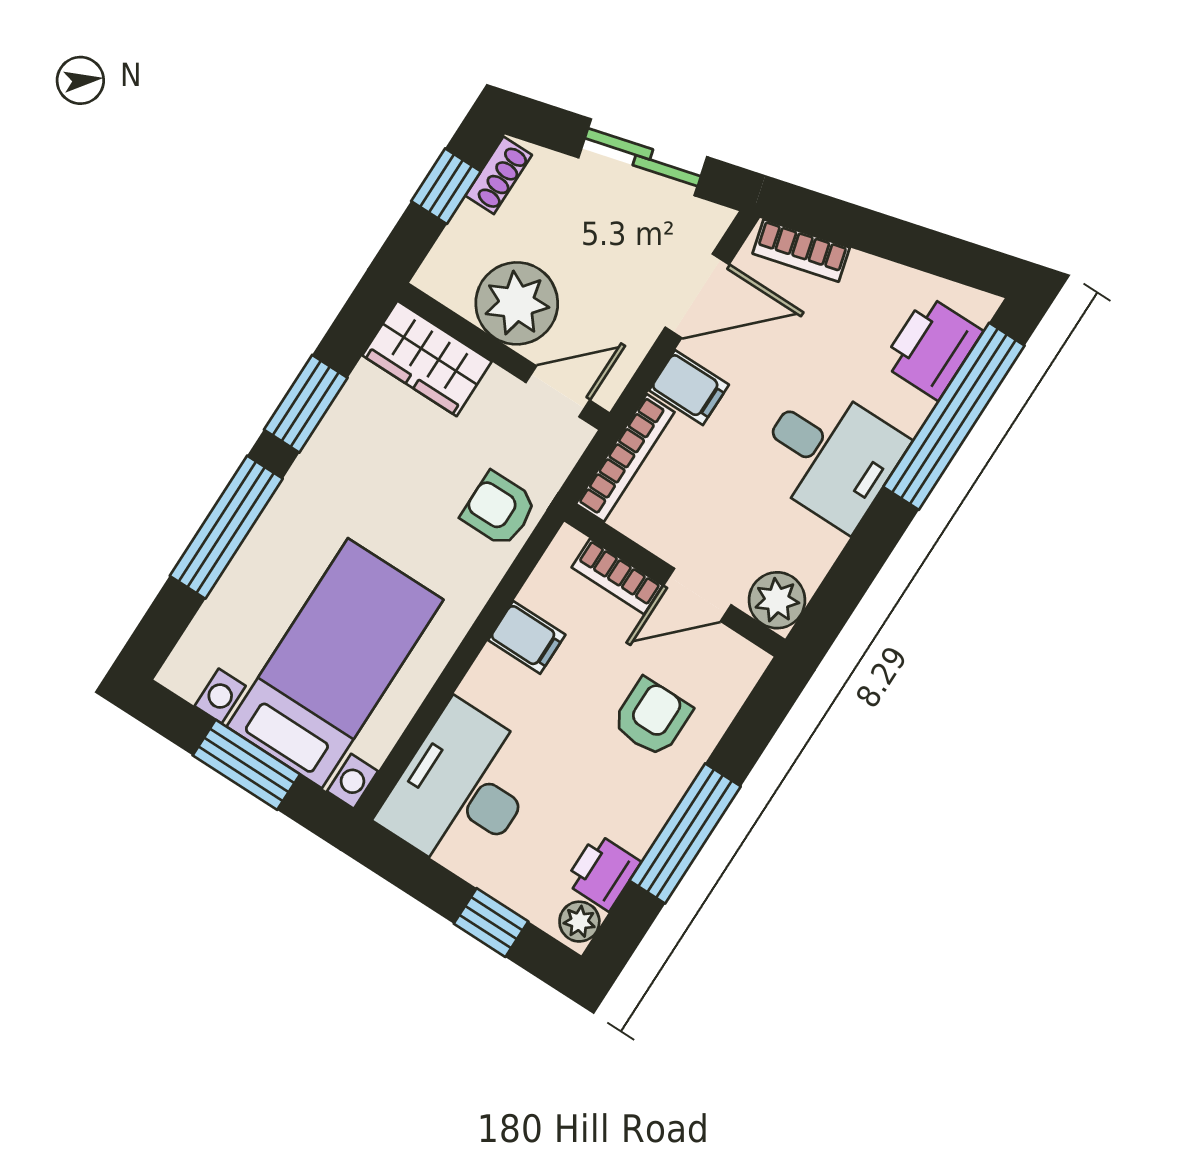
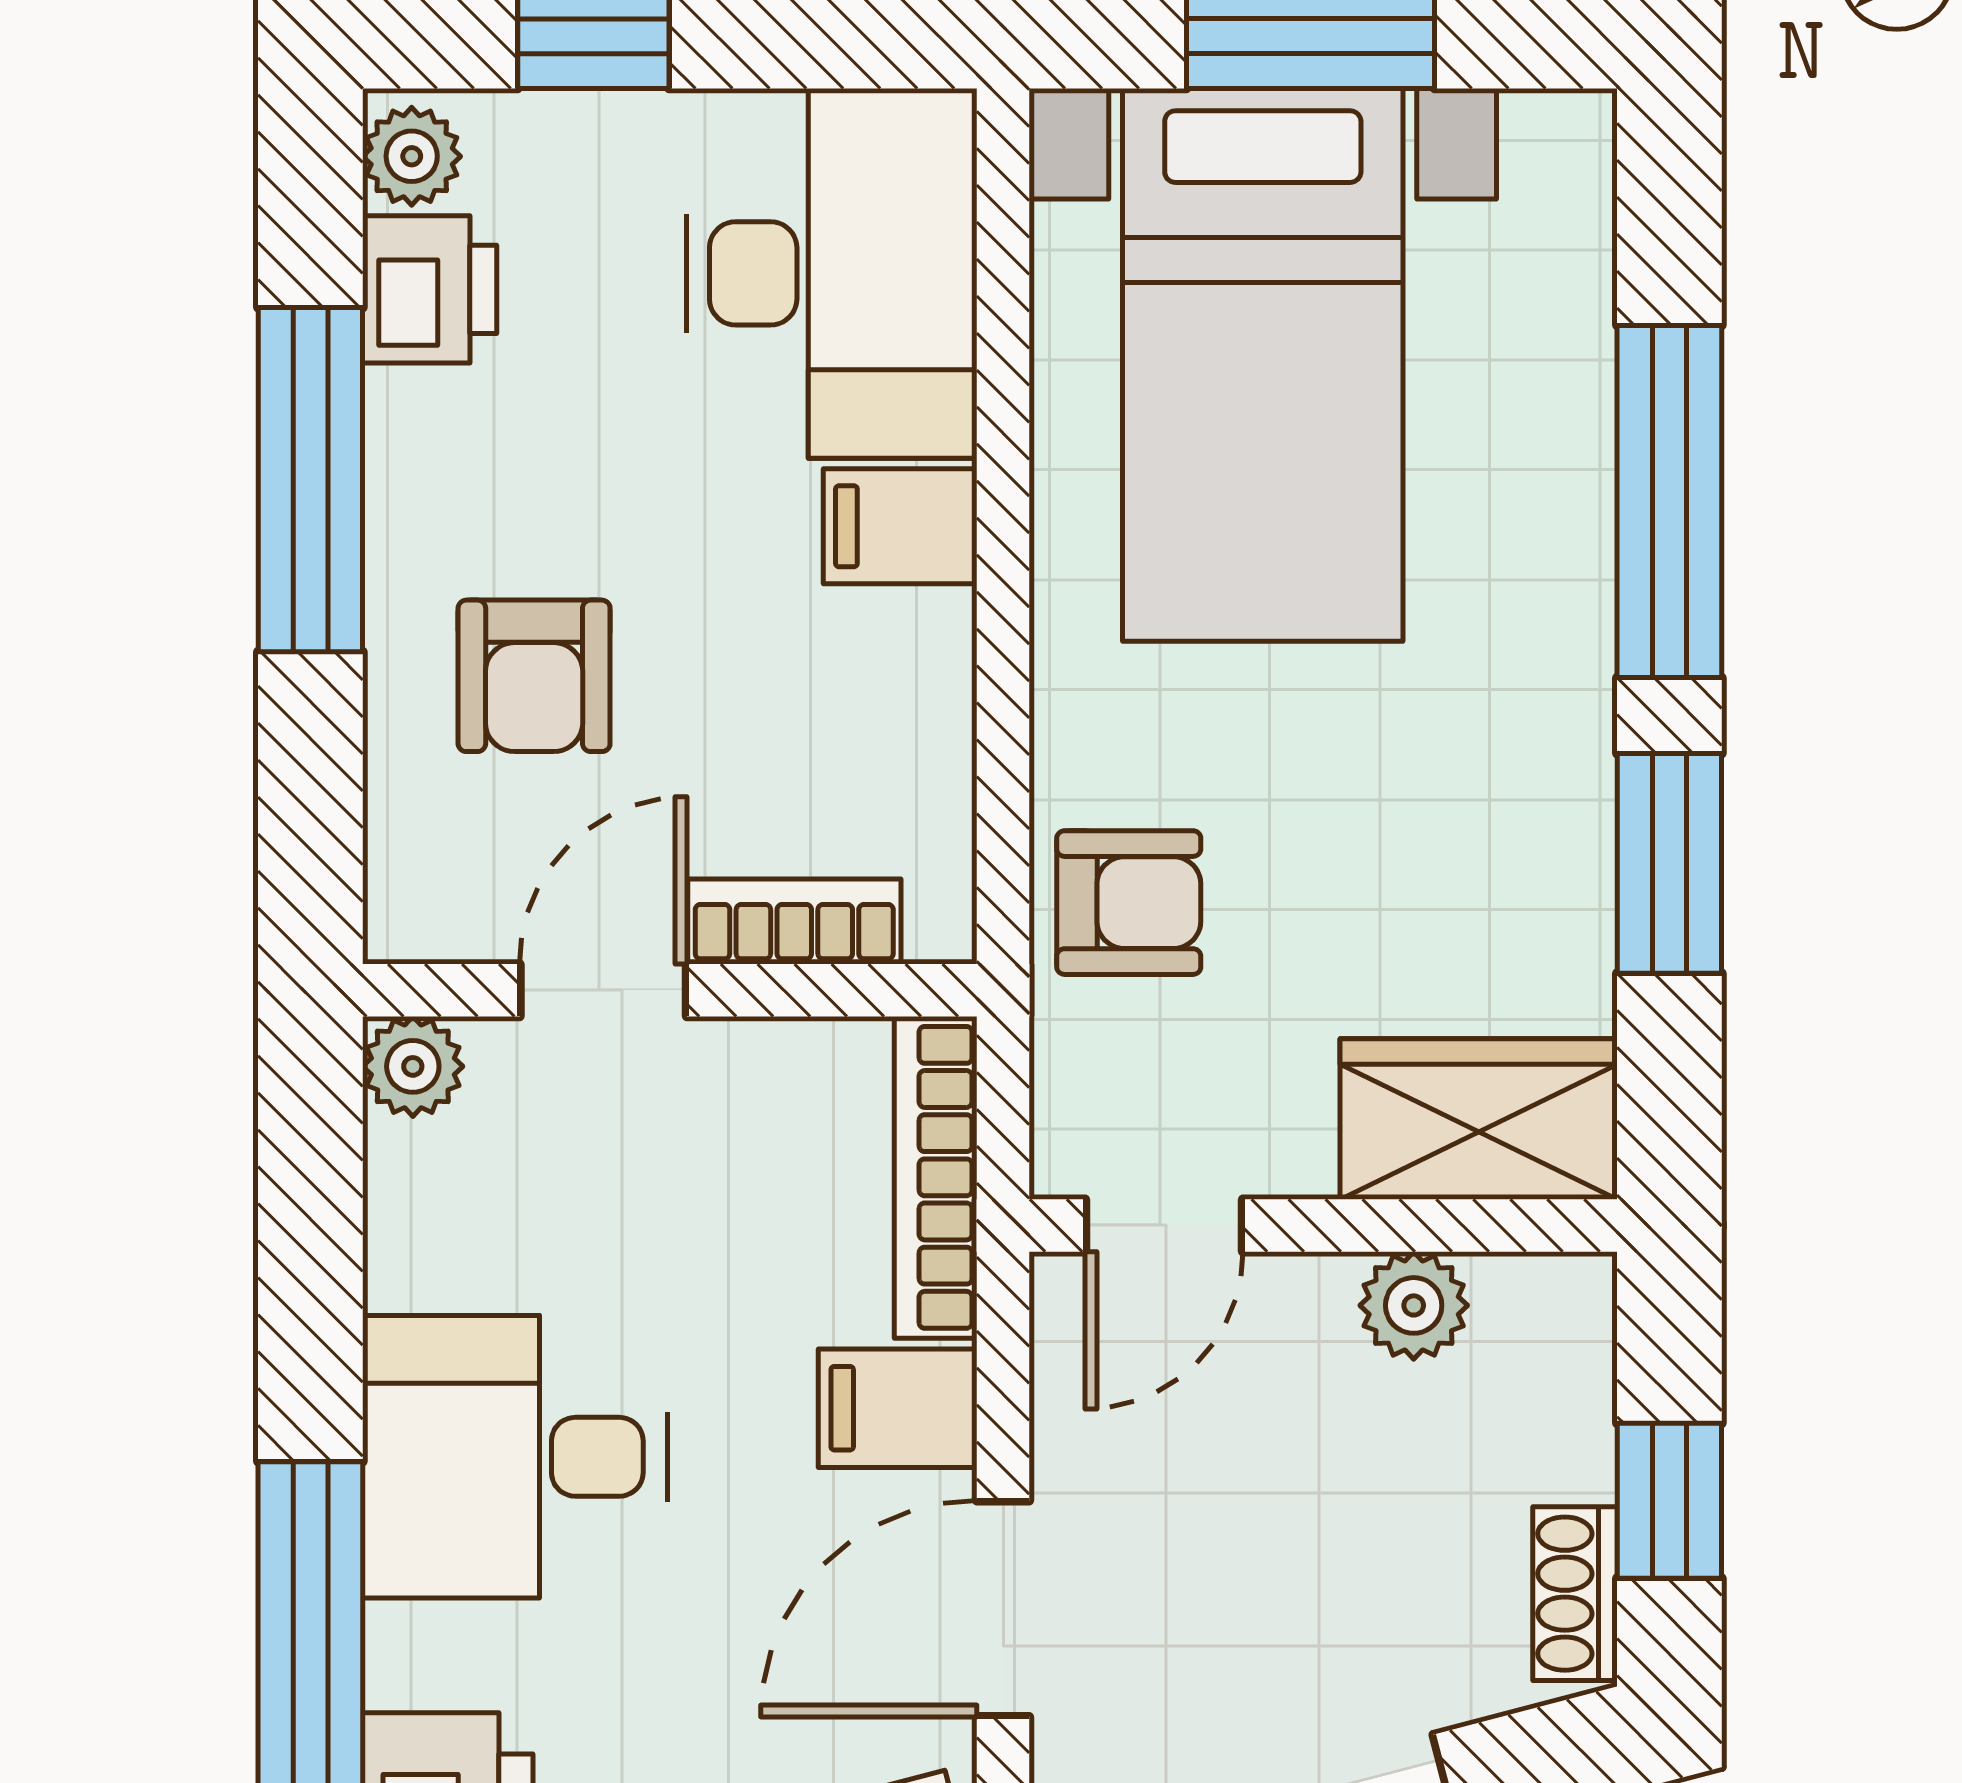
plant: (517, 303) -> (1414, 1305), width x0.53, depth x0.53
plant: (777, 600) -> (413, 1066), width x0.73, depth x0.73
filing cabinet: (527, 637) -> (900, 526), moved

